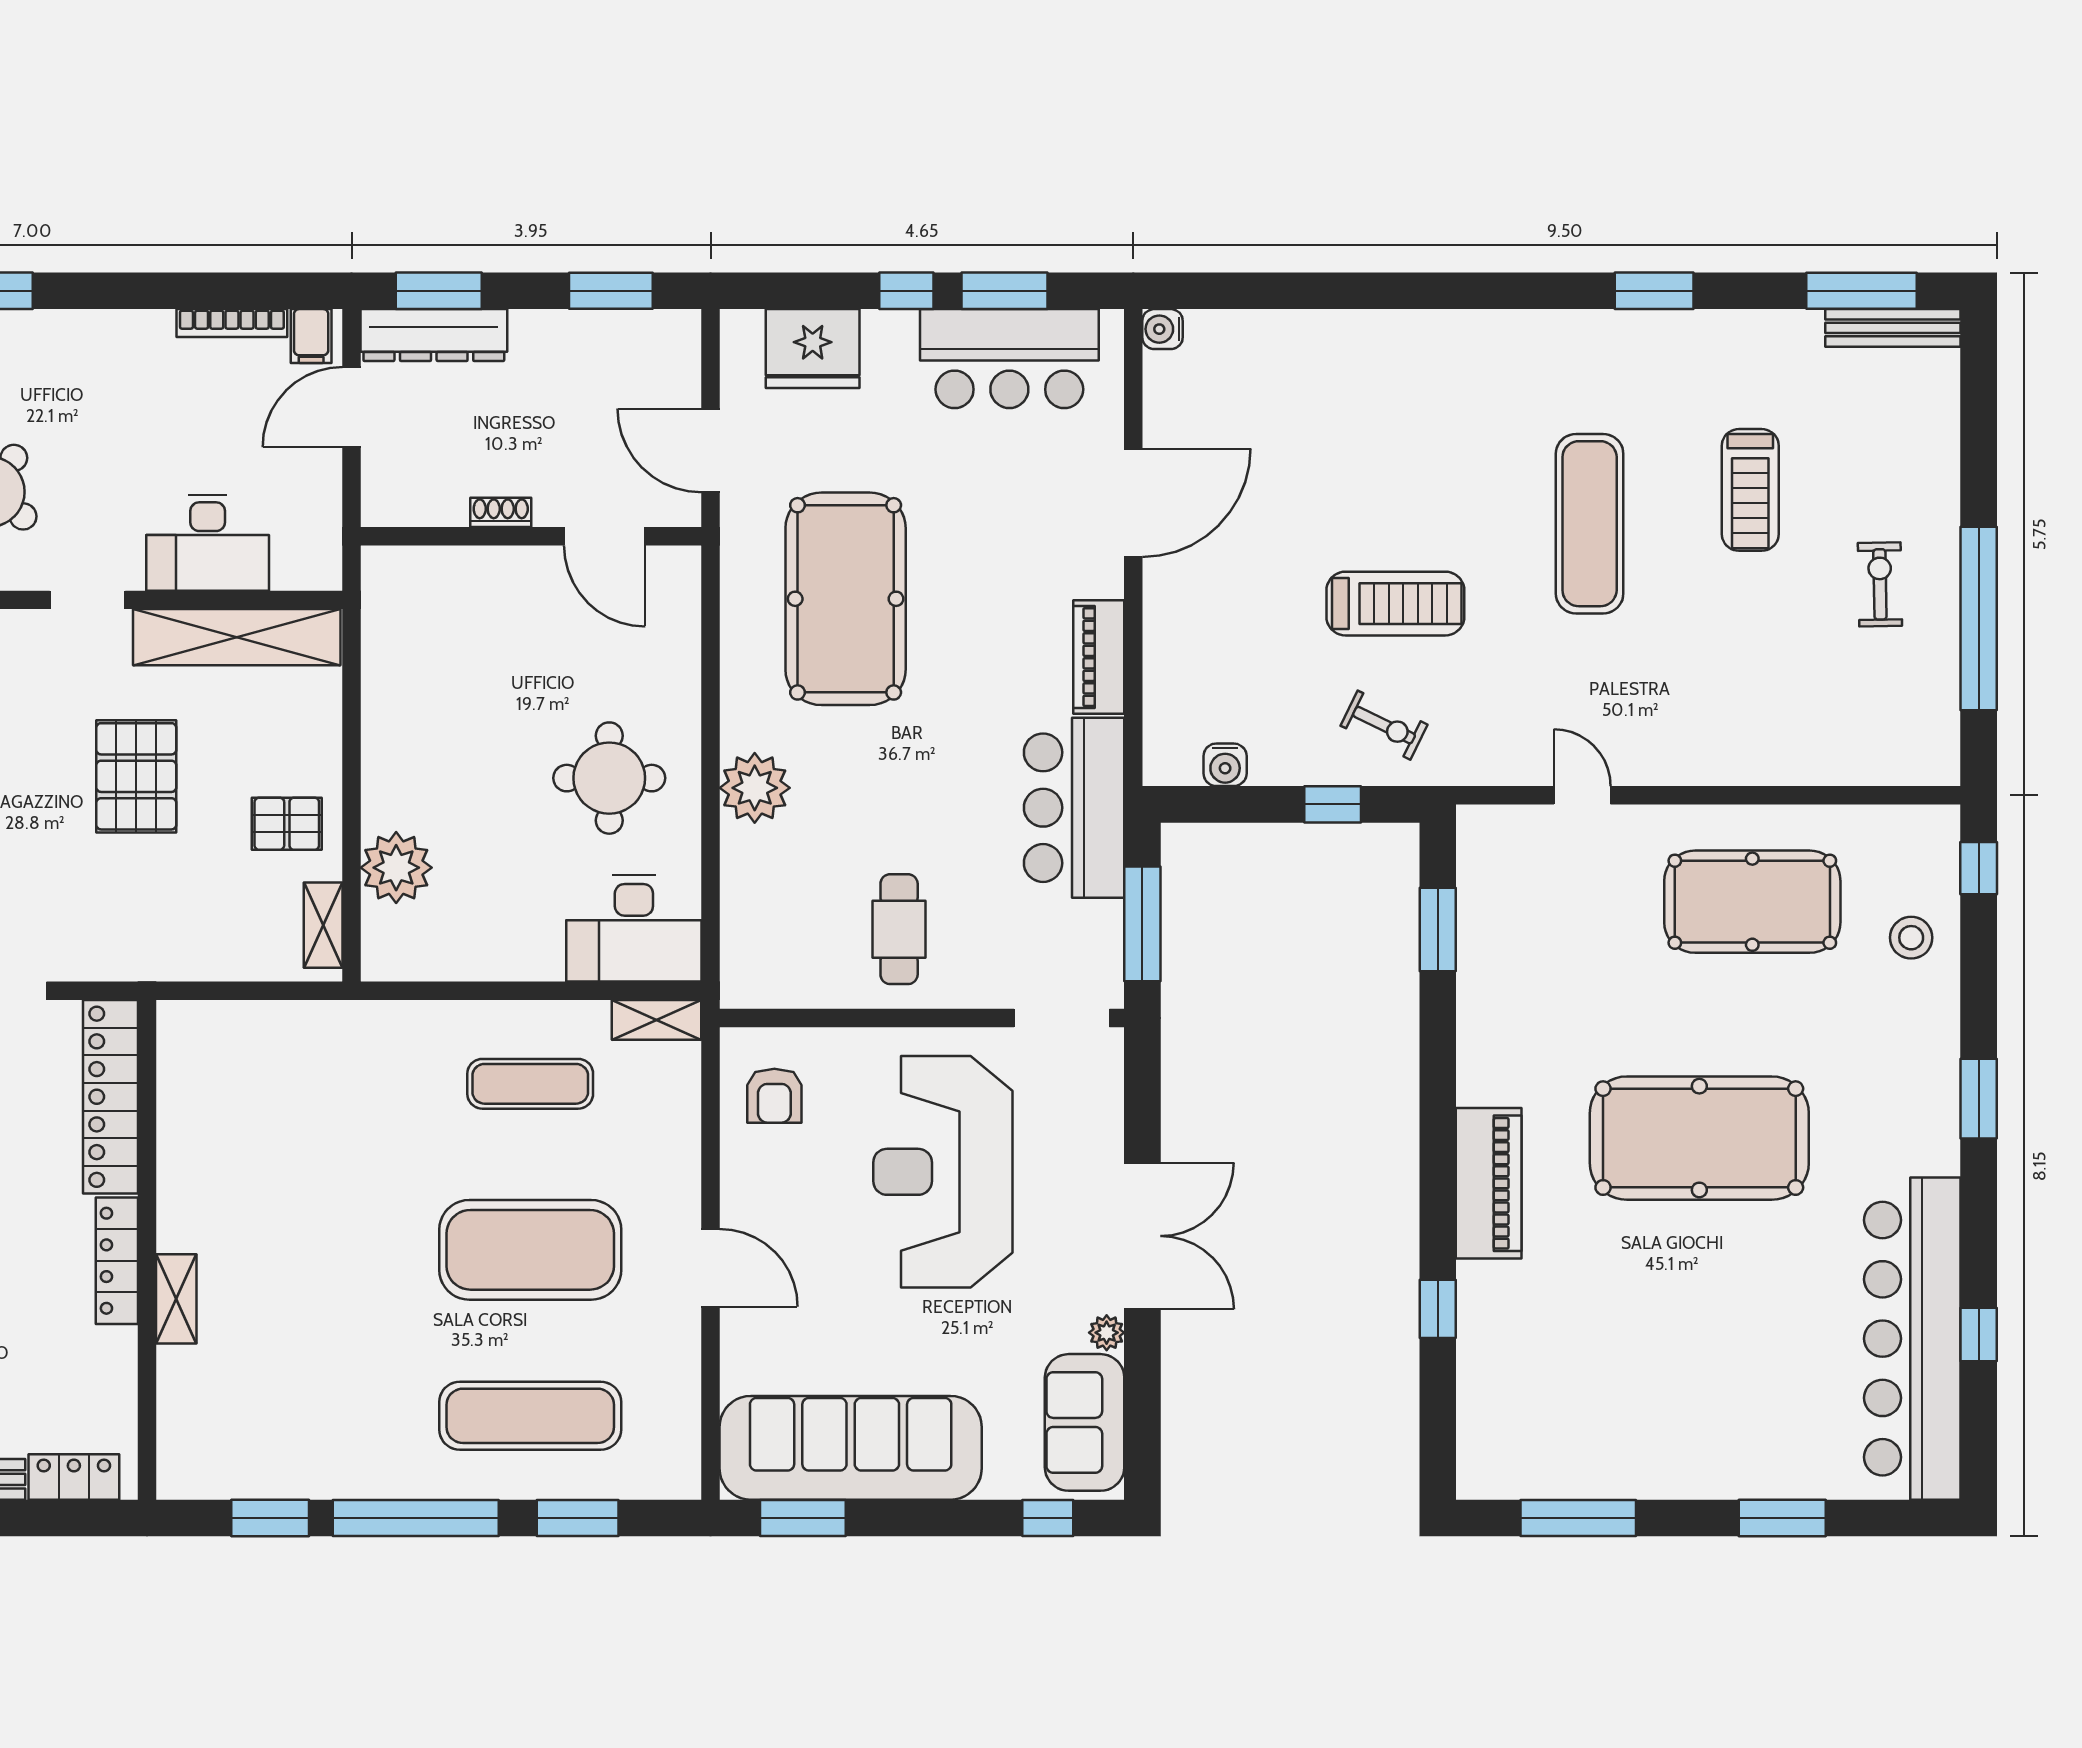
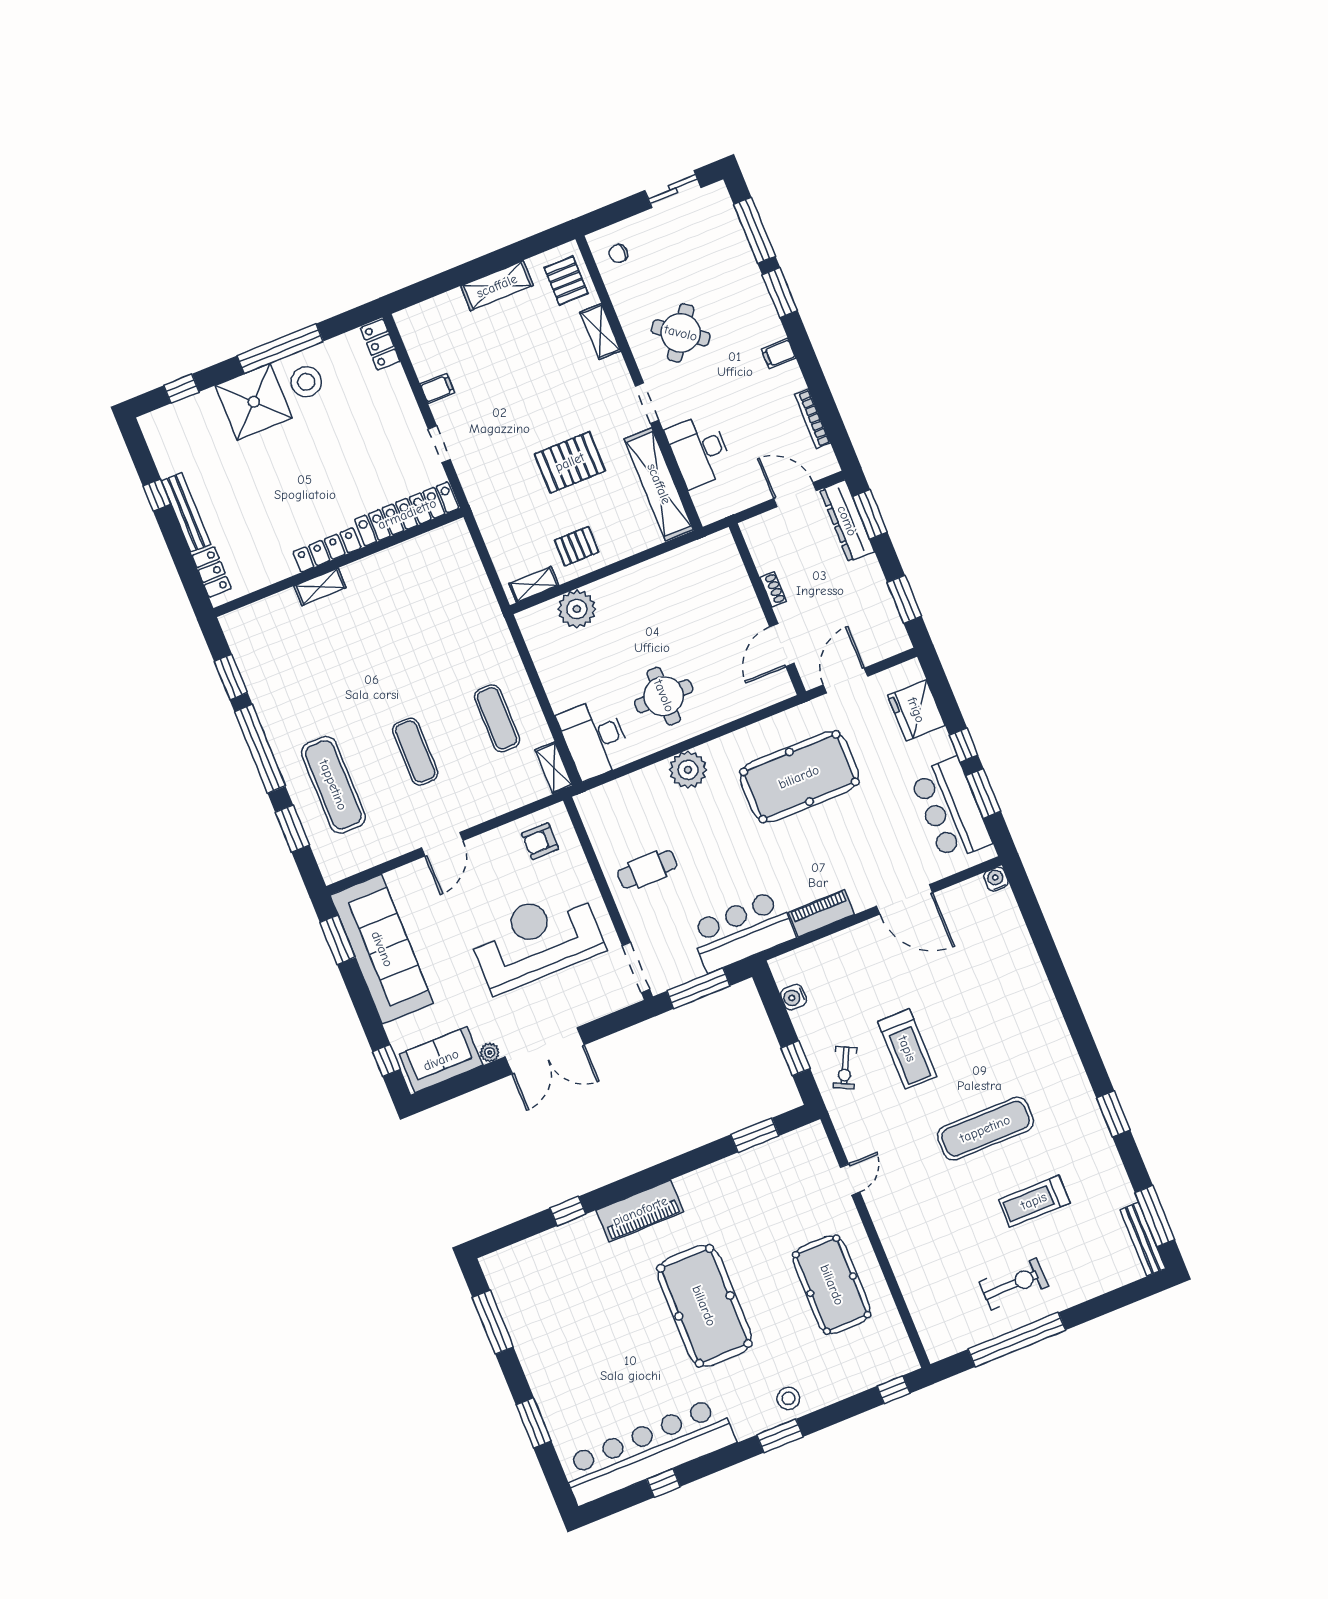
filing cabinet: (311, 336) -> (779, 354), moved
exercise bike: (1880, 584) -> (1014, 1284), width x1.38, depth x1.39
pallet: (287, 824) -> (577, 546), turned 90
stool: (1911, 938) -> (788, 1398), moved
exercise mat: (530, 1250) -> (415, 752), width x0.50, depth x0.69

